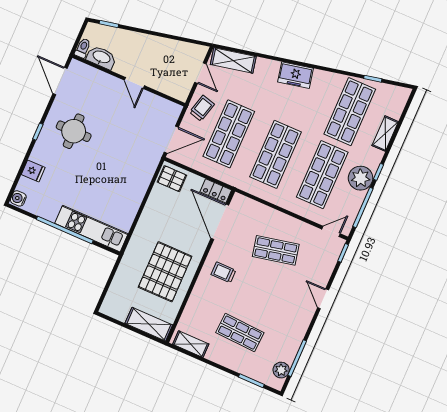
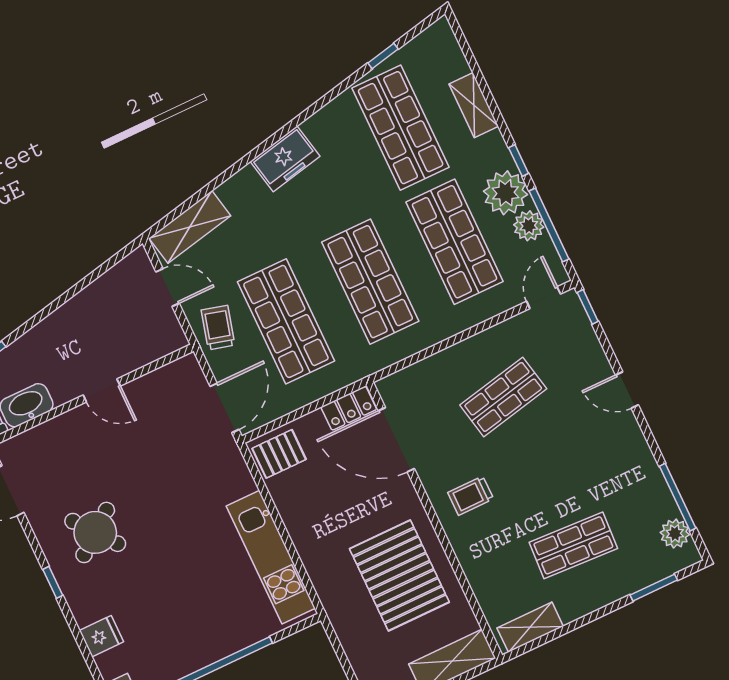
round table: (74, 131) -> (95, 532), turned -38
plant: (355, 199) -> (529, 226), added
kitchen unit: (91, 229) -> (271, 557), moved, turned -90

